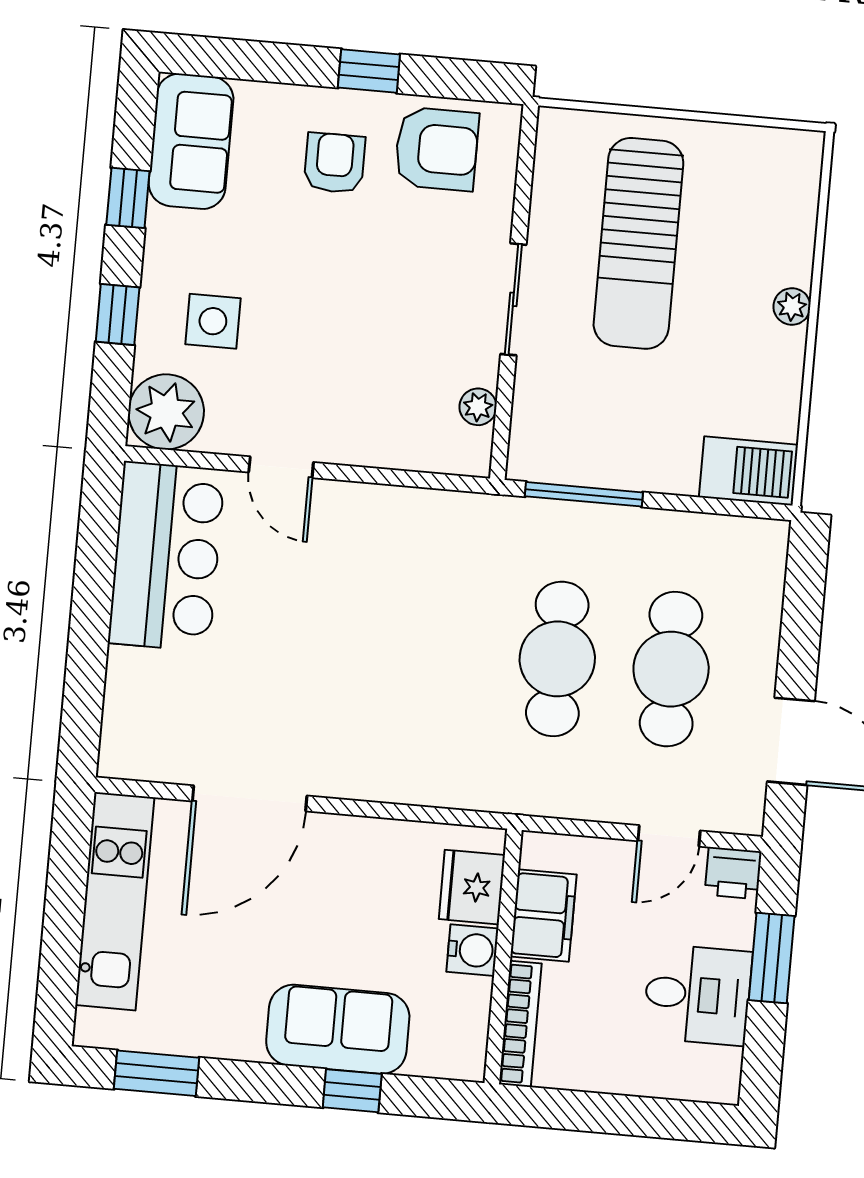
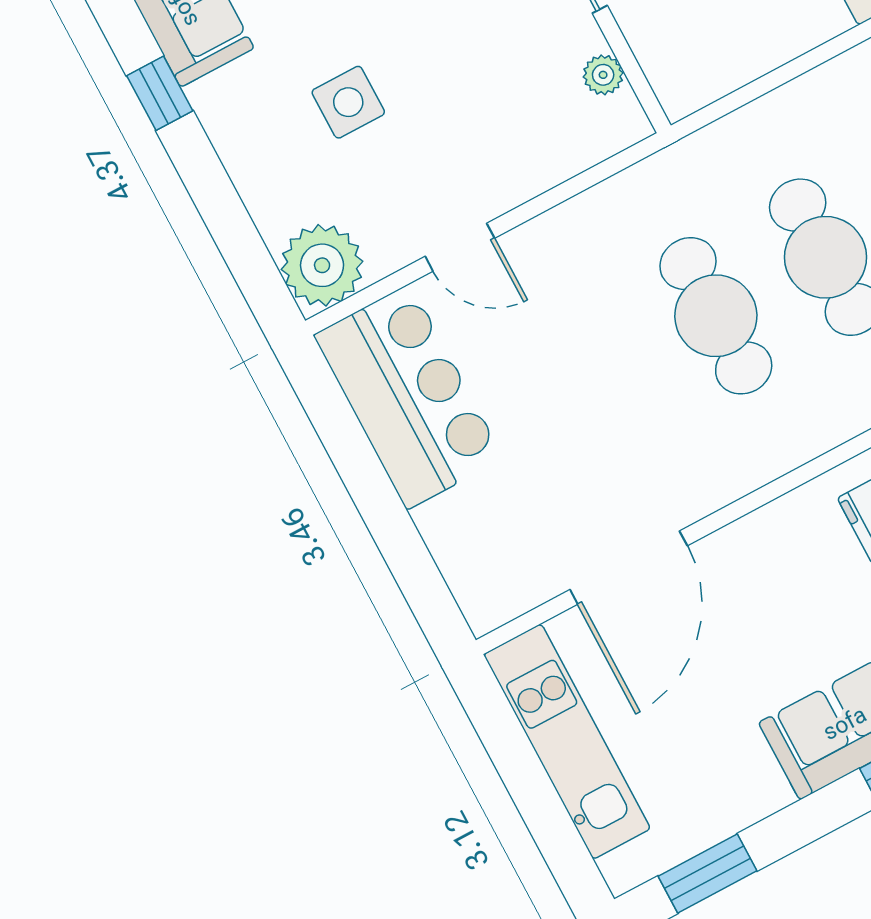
window: (118, 315) -> (220, 206), removed
side table: (213, 321) -> (348, 102), moved
window: (584, 494) -> (752, 91), removed
cafe table: (443, 649) -> (716, 316), added

